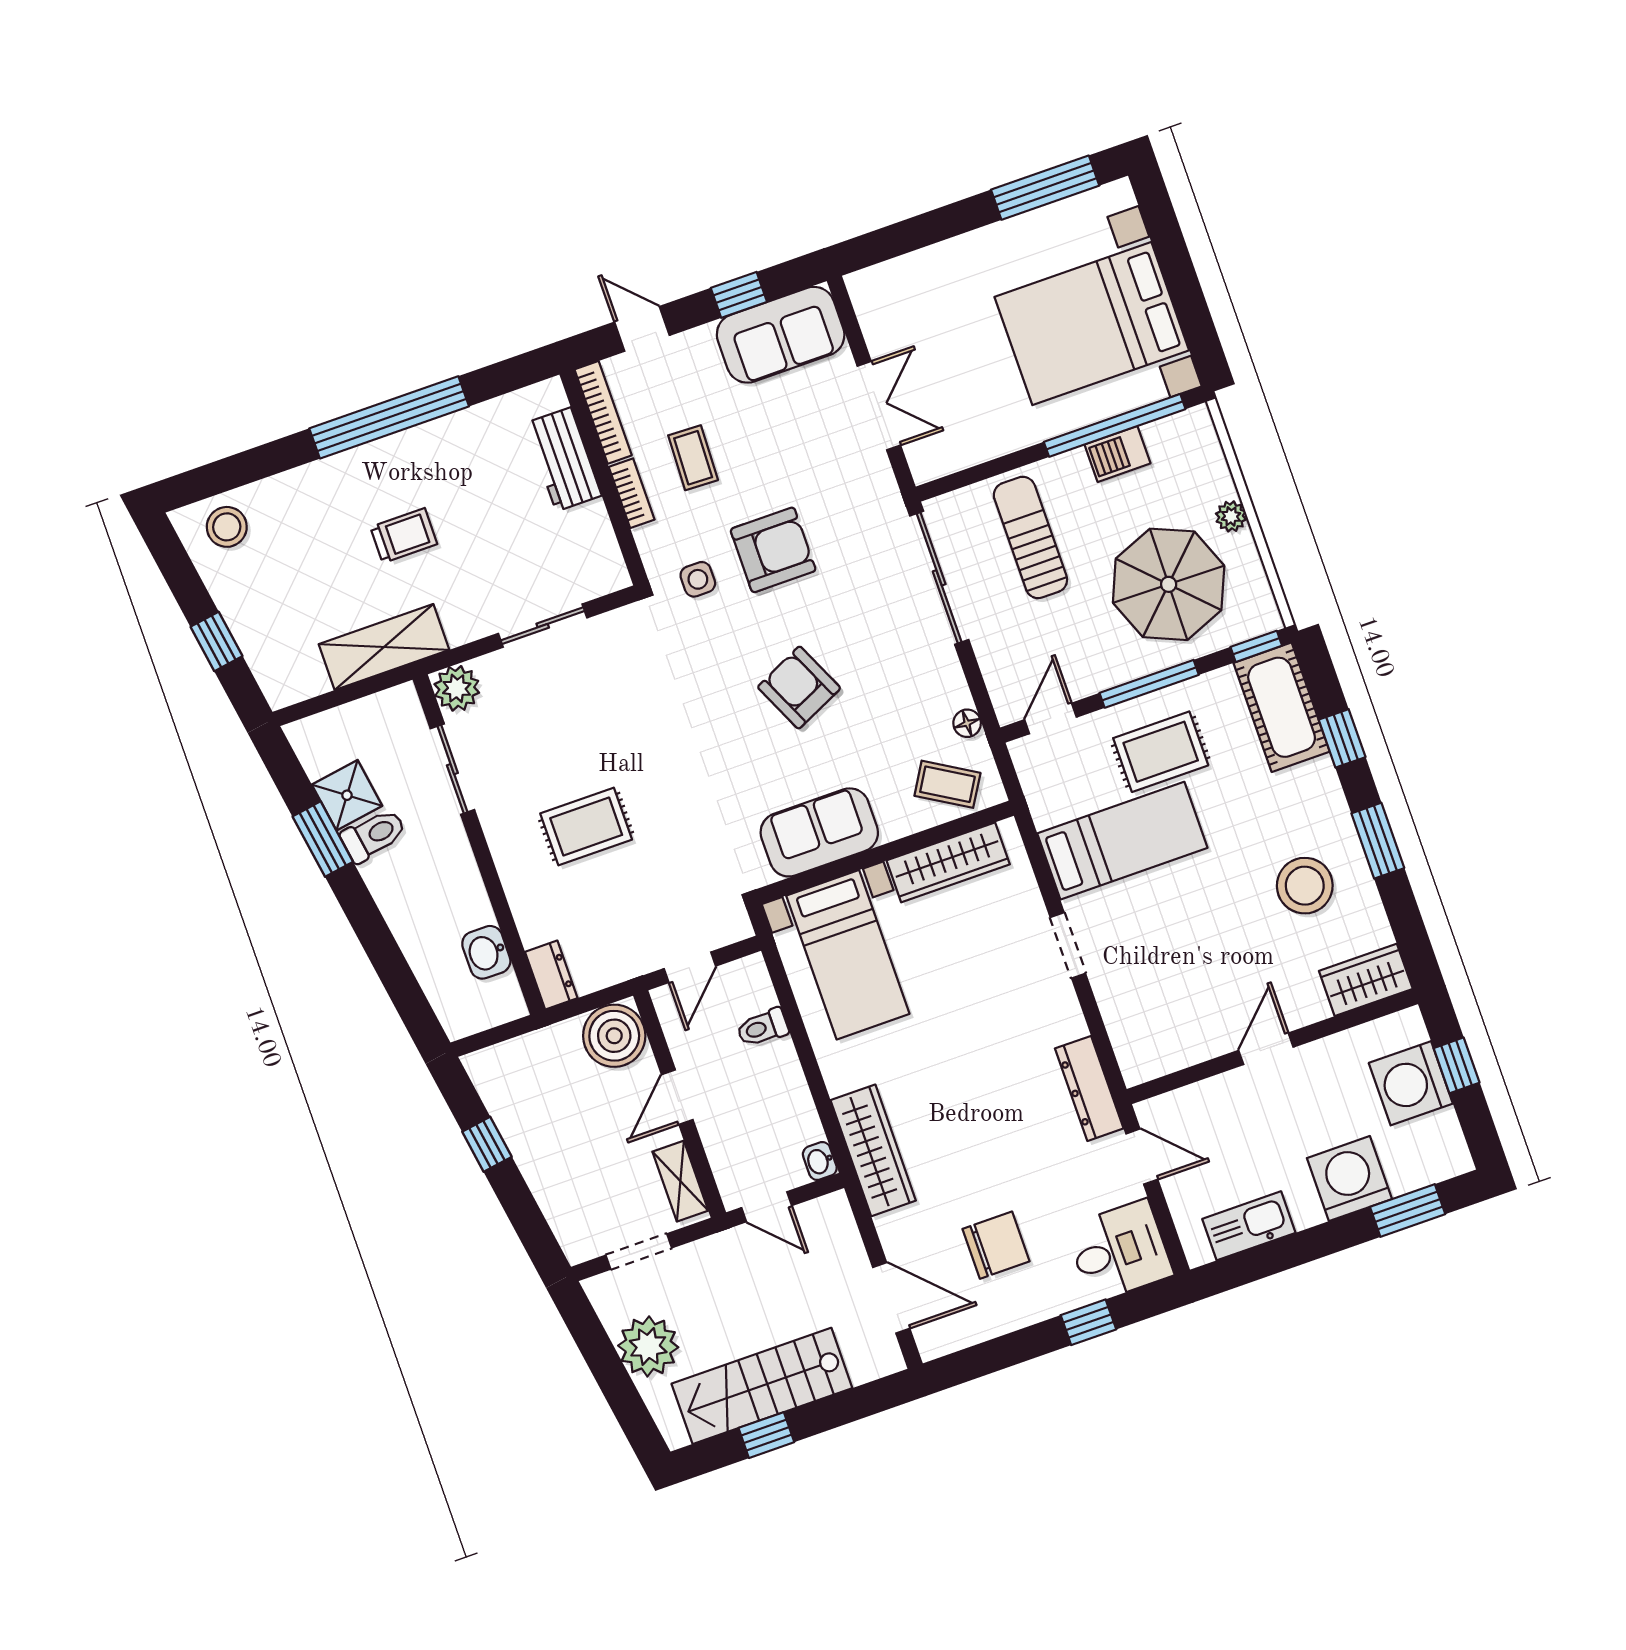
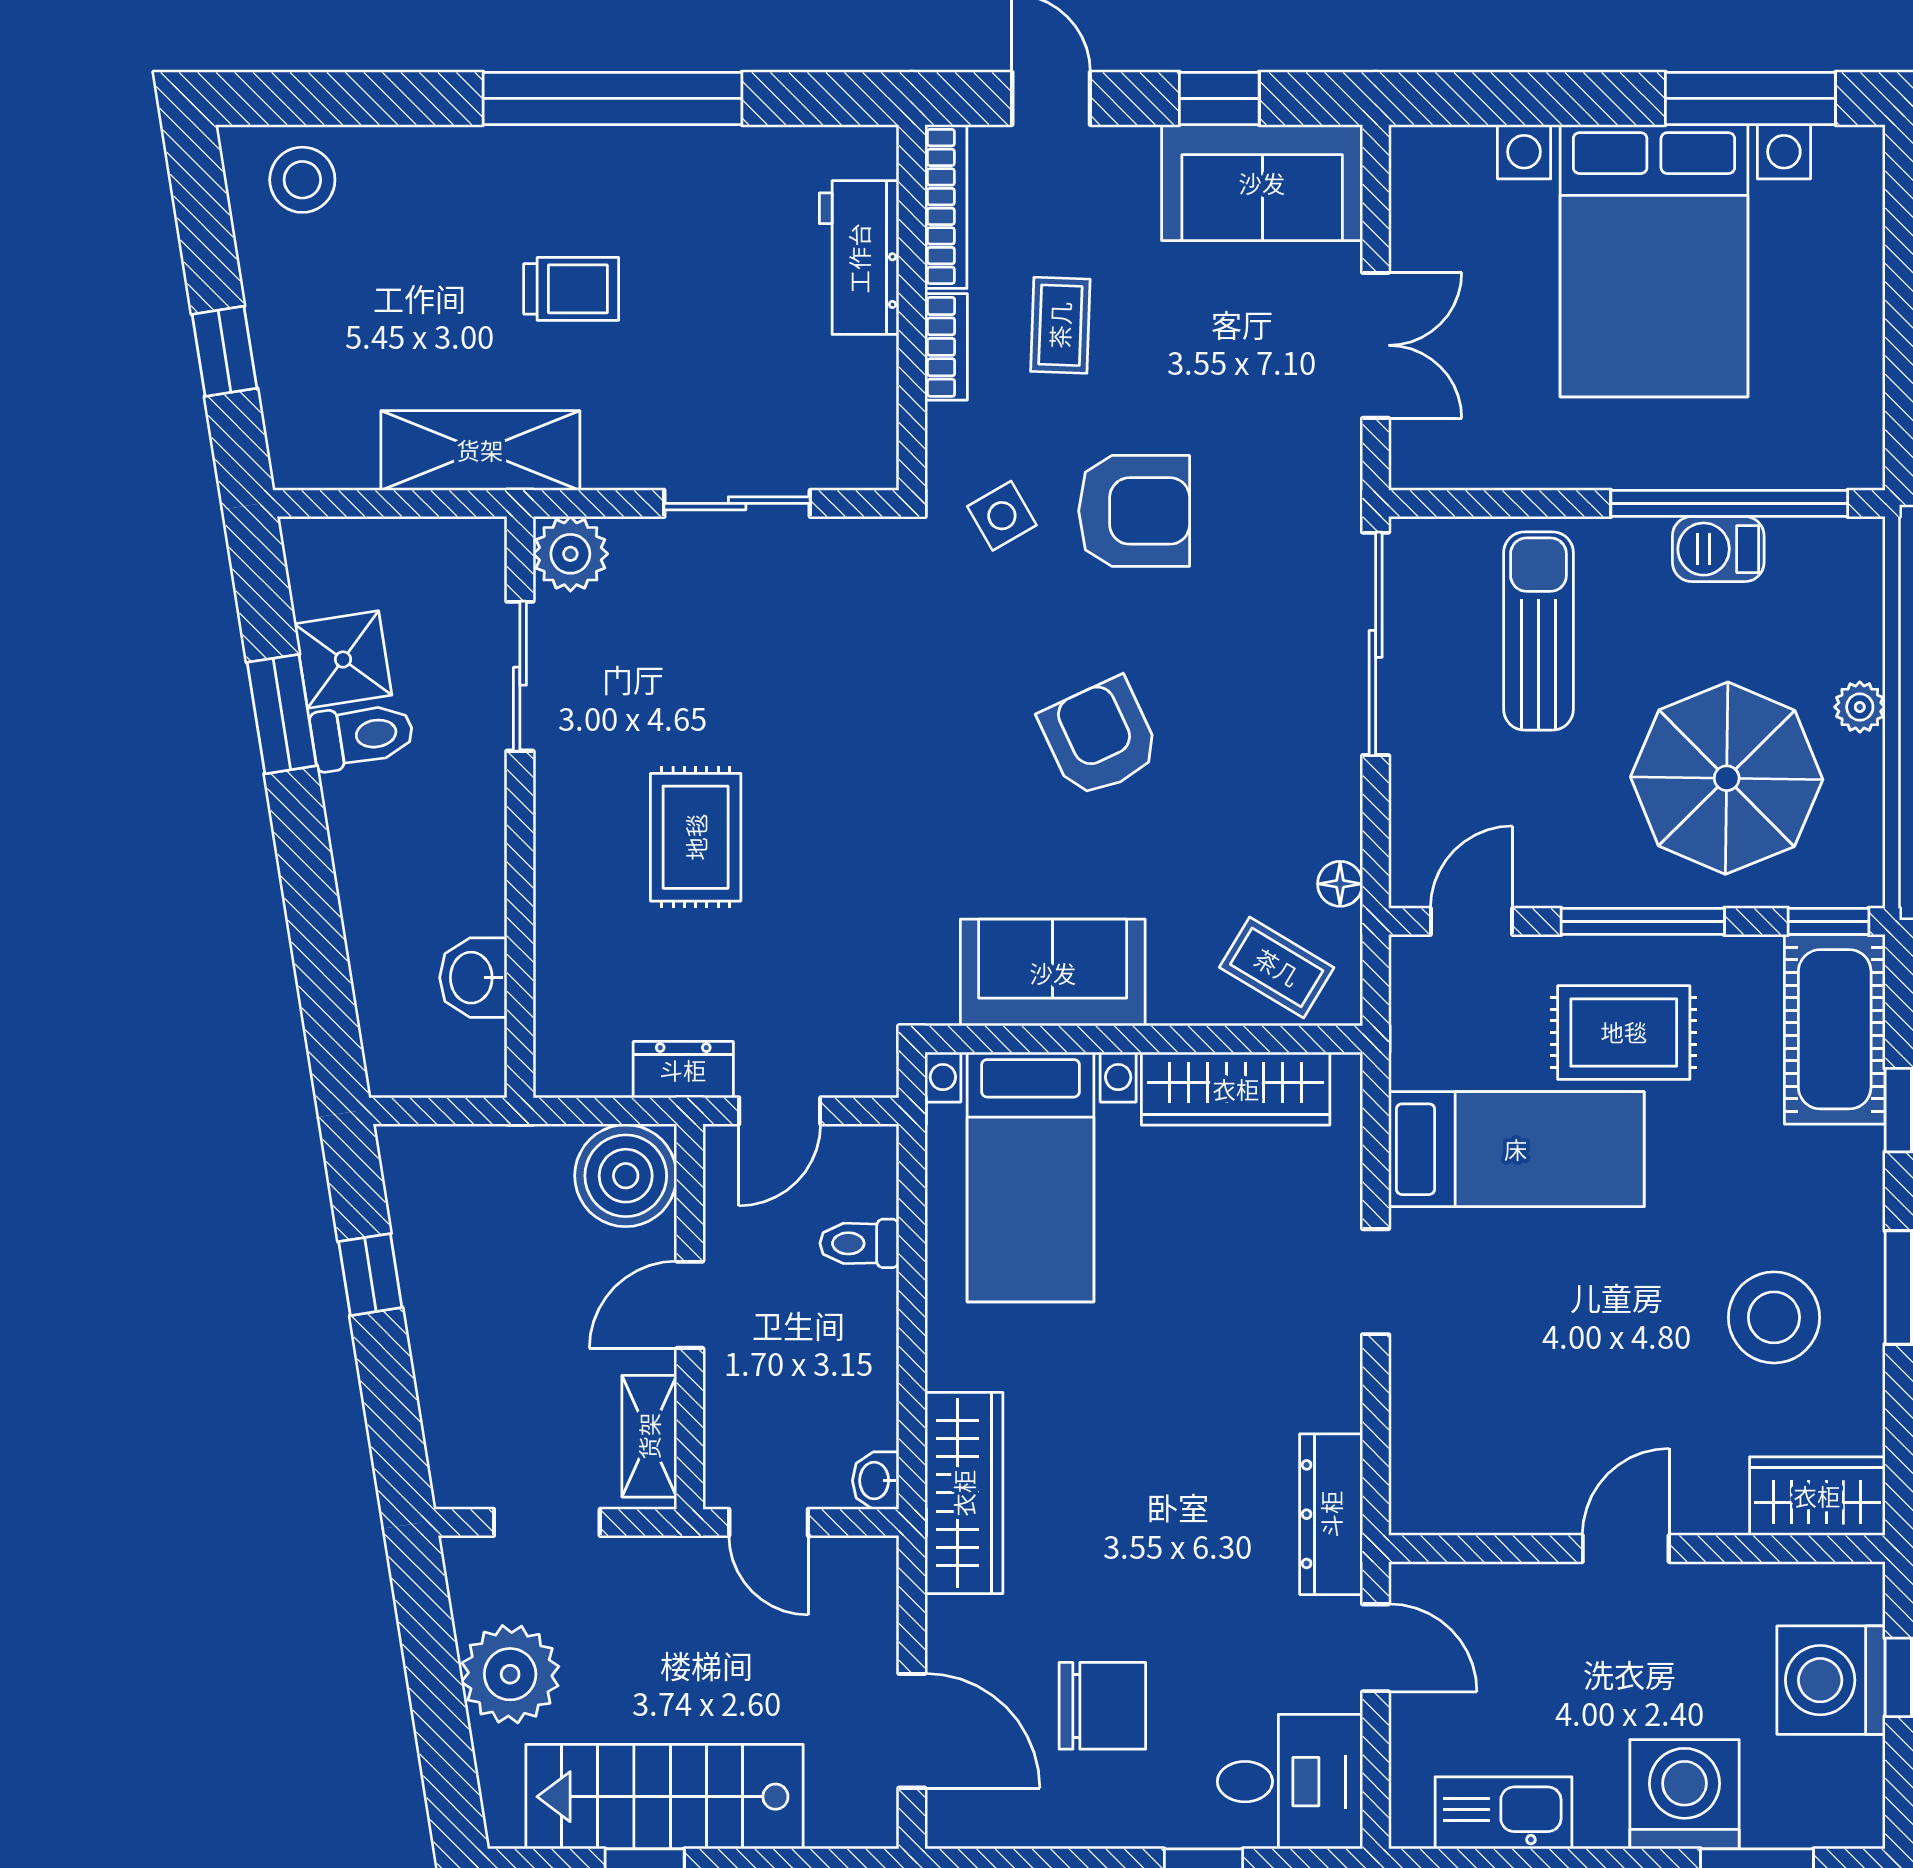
bed with nightstands: (1092, 324) -> (1654, 261), moved, turned -90
side table: (698, 579) -> (1002, 516), turned -30
rug: (586, 826) -> (696, 837), turned 90
dresser: (551, 975) -> (683, 1070), moved, turned -90

